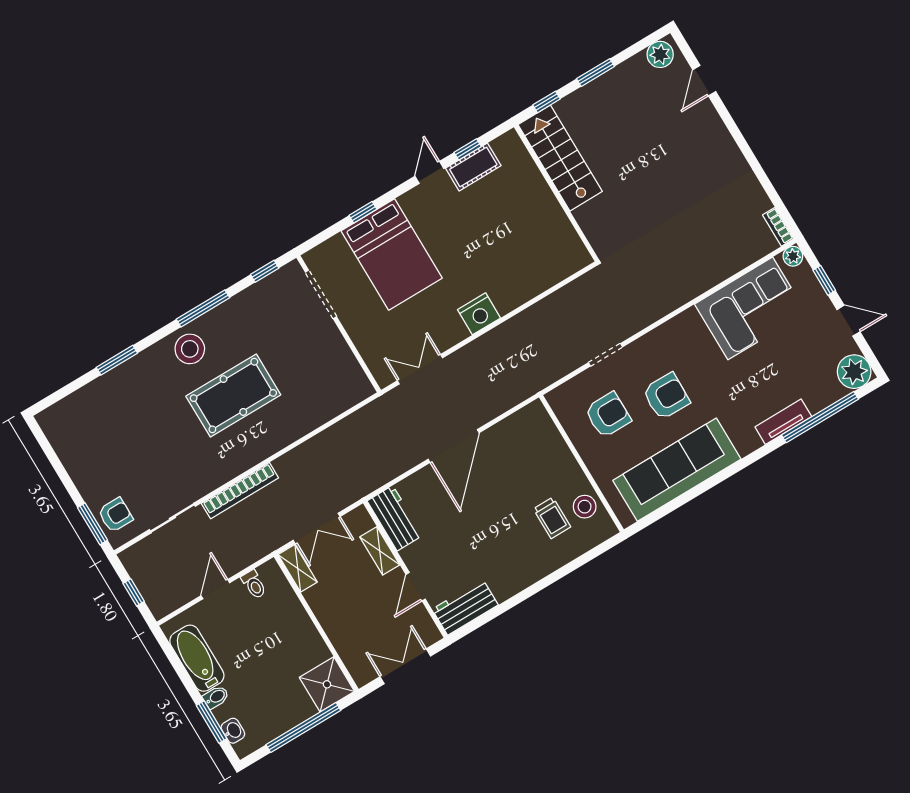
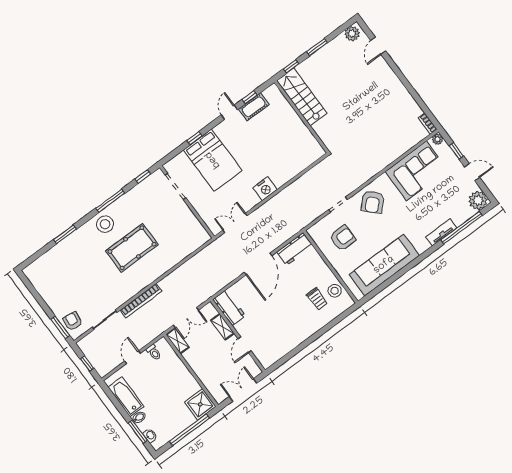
armchair: (666, 396) -> (373, 202), moved, turned 134
armchair: (115, 515) -> (73, 321), turned -83
workbench: (465, 607) -> (295, 249), moved, turned 180

